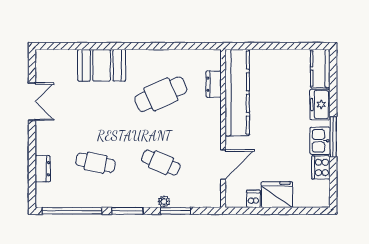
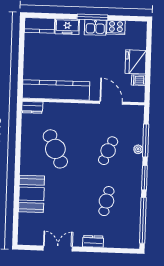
dresser: (214, 84) -> (32, 107), moved
dresser: (43, 169) -> (93, 241), moved
window: (176, 211) -> (146, 141), width x1.44

